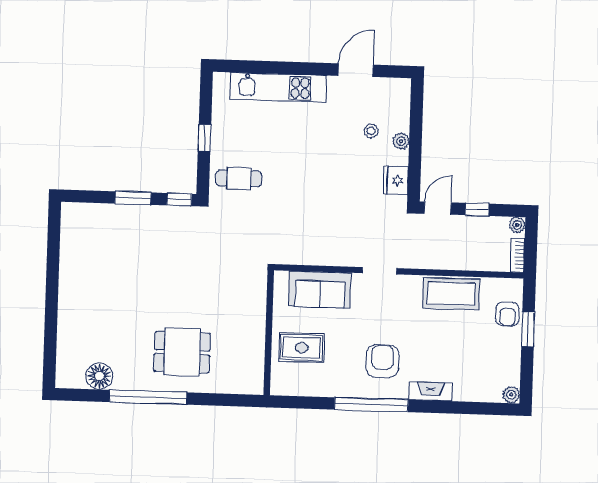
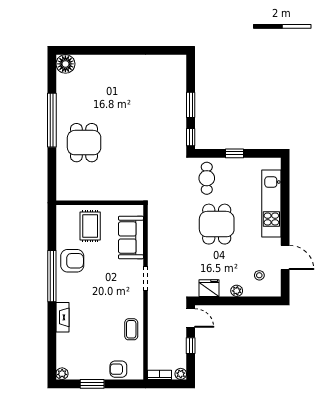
stool: (371, 131) -> (259, 275), moved
dining table: (305, 166) -> (217, 224), added
coffee table: (451, 294) -> (131, 329), width x0.54, depth x0.58
window: (528, 329) -> (92, 384), moved
armchair: (382, 361) -> (72, 261), moved
floor lamp: (99, 376) -> (65, 64), moved

